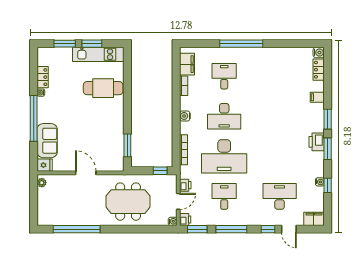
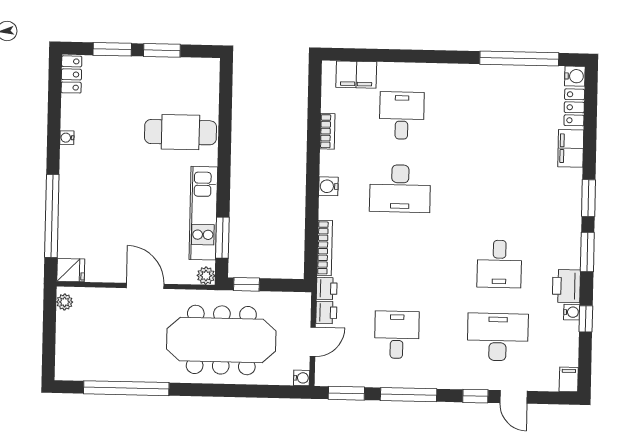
window: (241, 44) -> (519, 58), moved
kitchen unit: (98, 54) -> (203, 213), moved, turned 90
filing cabinet: (187, 64) -> (356, 75), moved, turned 90
locker: (43, 77) -> (71, 74), moved
filing cabinet: (317, 97) -> (571, 148), width x2.00
window: (34, 118) -> (52, 216), moved
sofa: (47, 141) -> (76, 226), removed
printer: (317, 142) -> (566, 286), moved
desk: (224, 156) -> (499, 264), moved, width x0.53, depth x0.77
plant: (119, 166) -> (206, 276), added
window: (160, 171) -> (246, 284), moved
meeting table: (128, 202) -> (221, 340), width x1.36
filing cabinet: (314, 219) -> (569, 379), width x0.50
printer: (185, 220) -> (327, 288), moved

